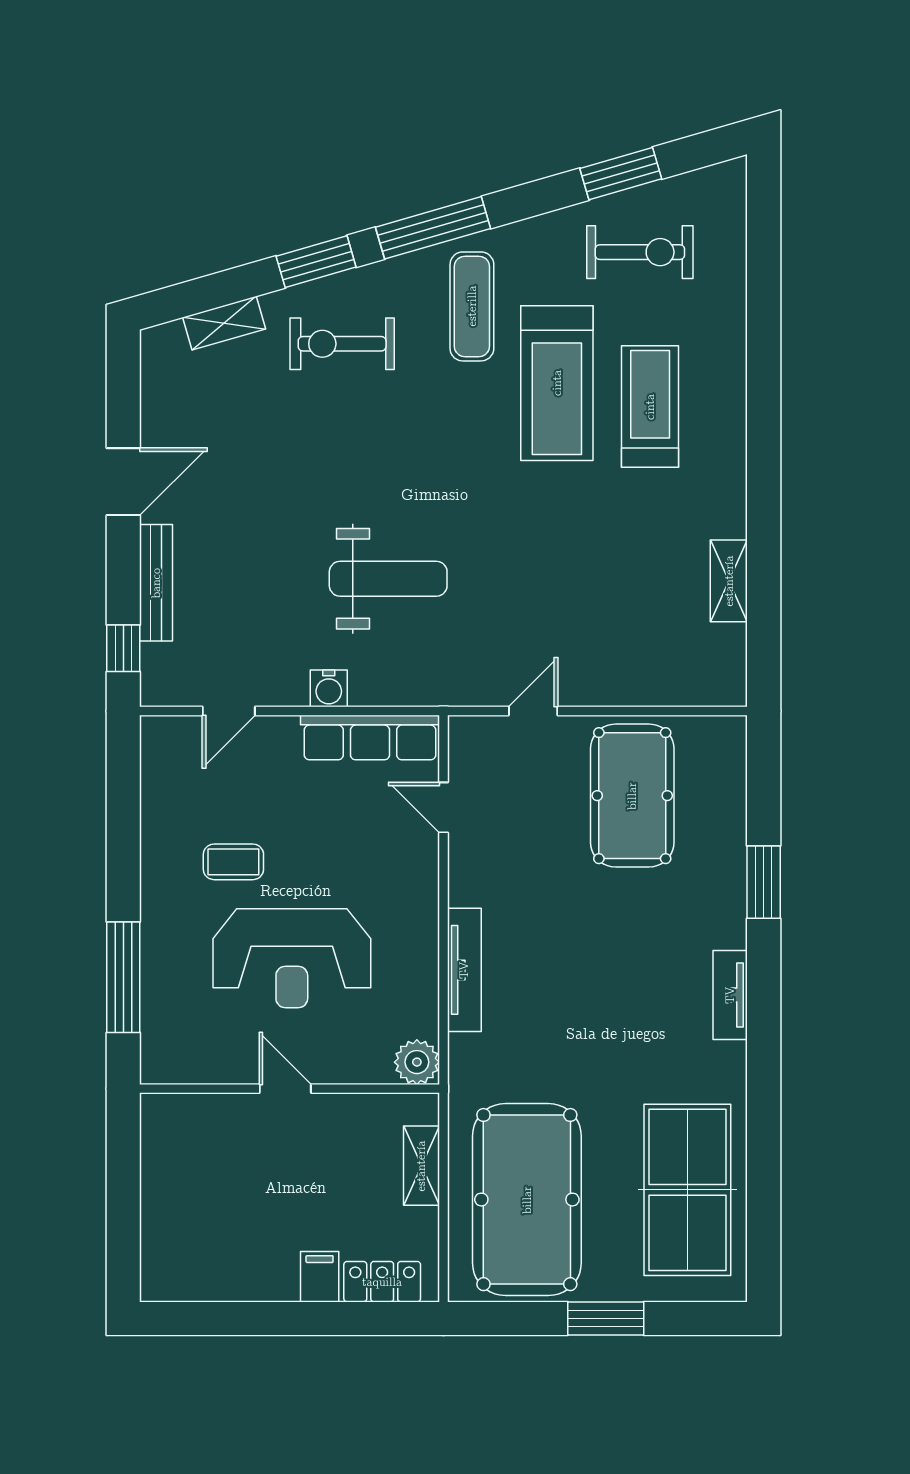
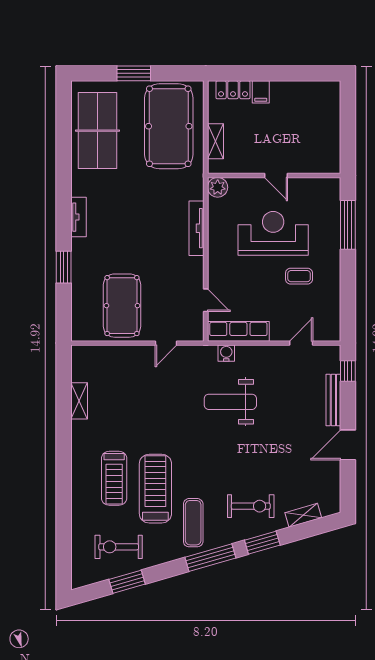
water cooler: (329, 688) -> (226, 353), moved

